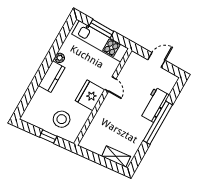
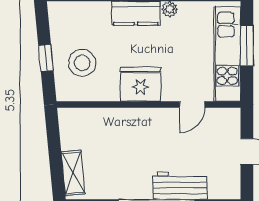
door: (110, 84) -> (192, 104), moved

